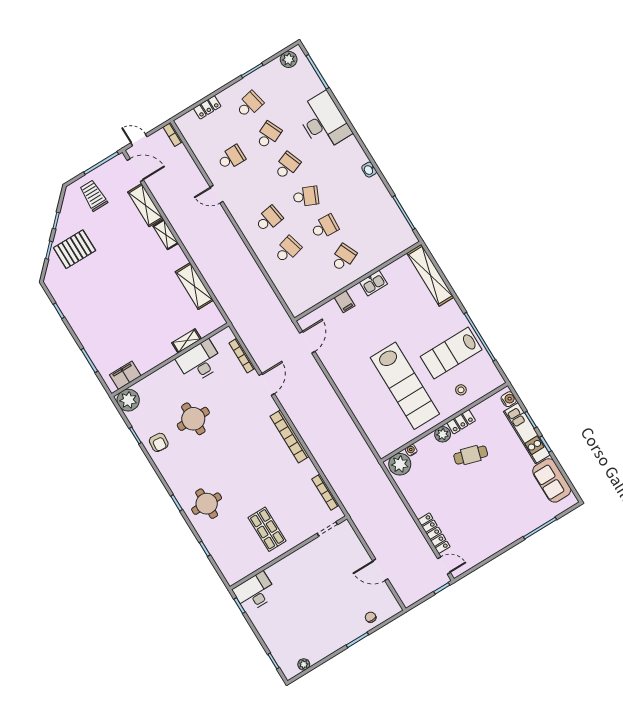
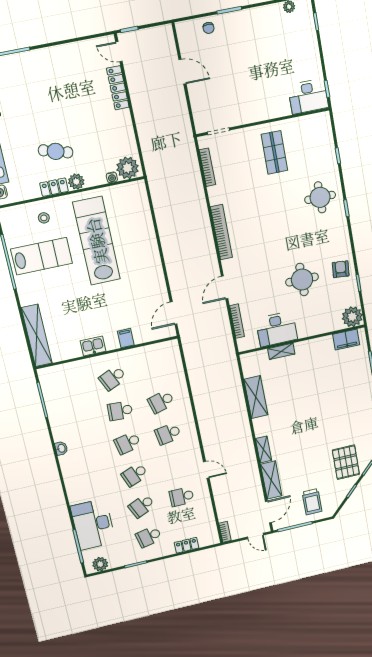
desk: (324, 121) -> (93, 524), moved
door: (135, 170) -> (268, 512), swing flipped
school desk: (306, 196) -> (127, 443), turned -36
pallet: (75, 249) -> (346, 462), turned 90

